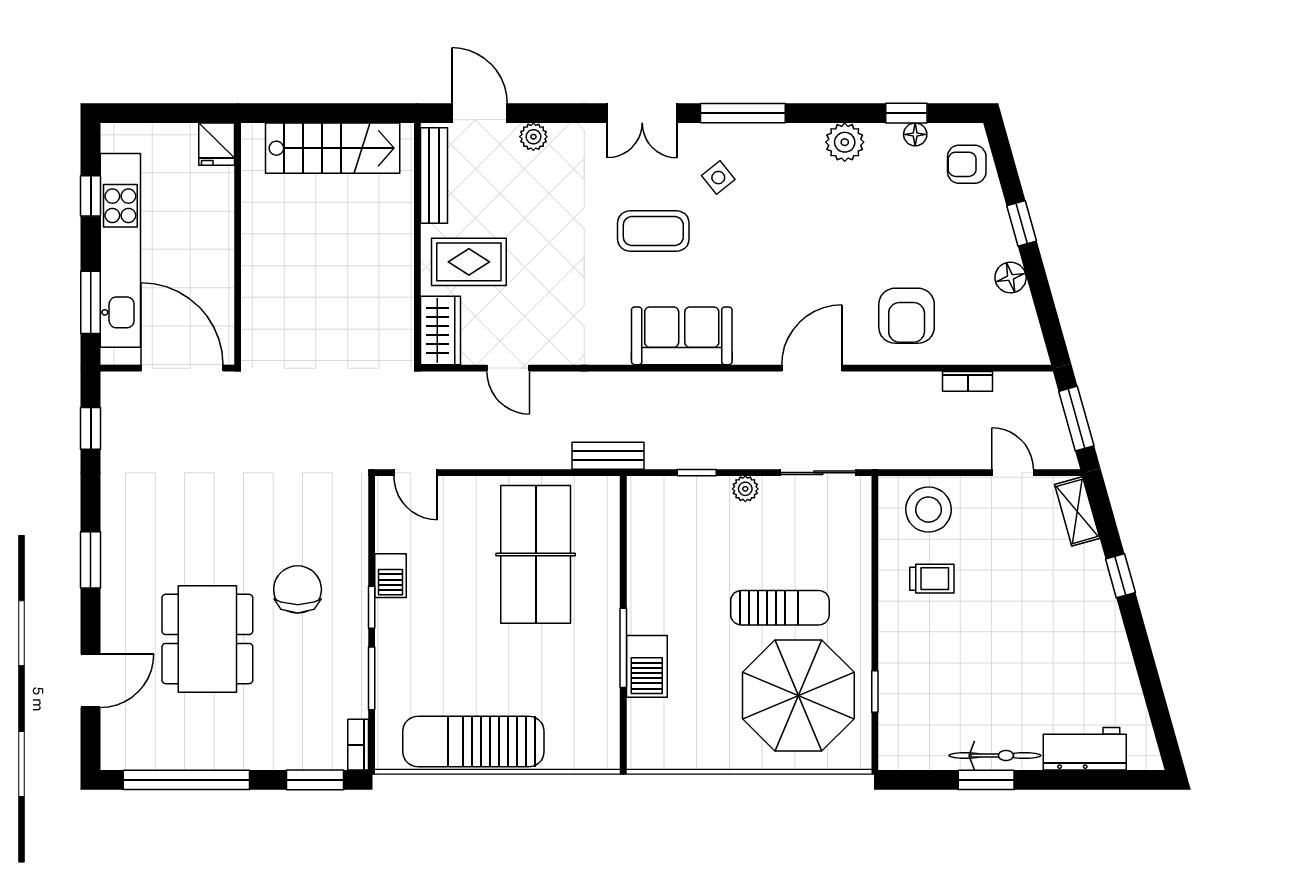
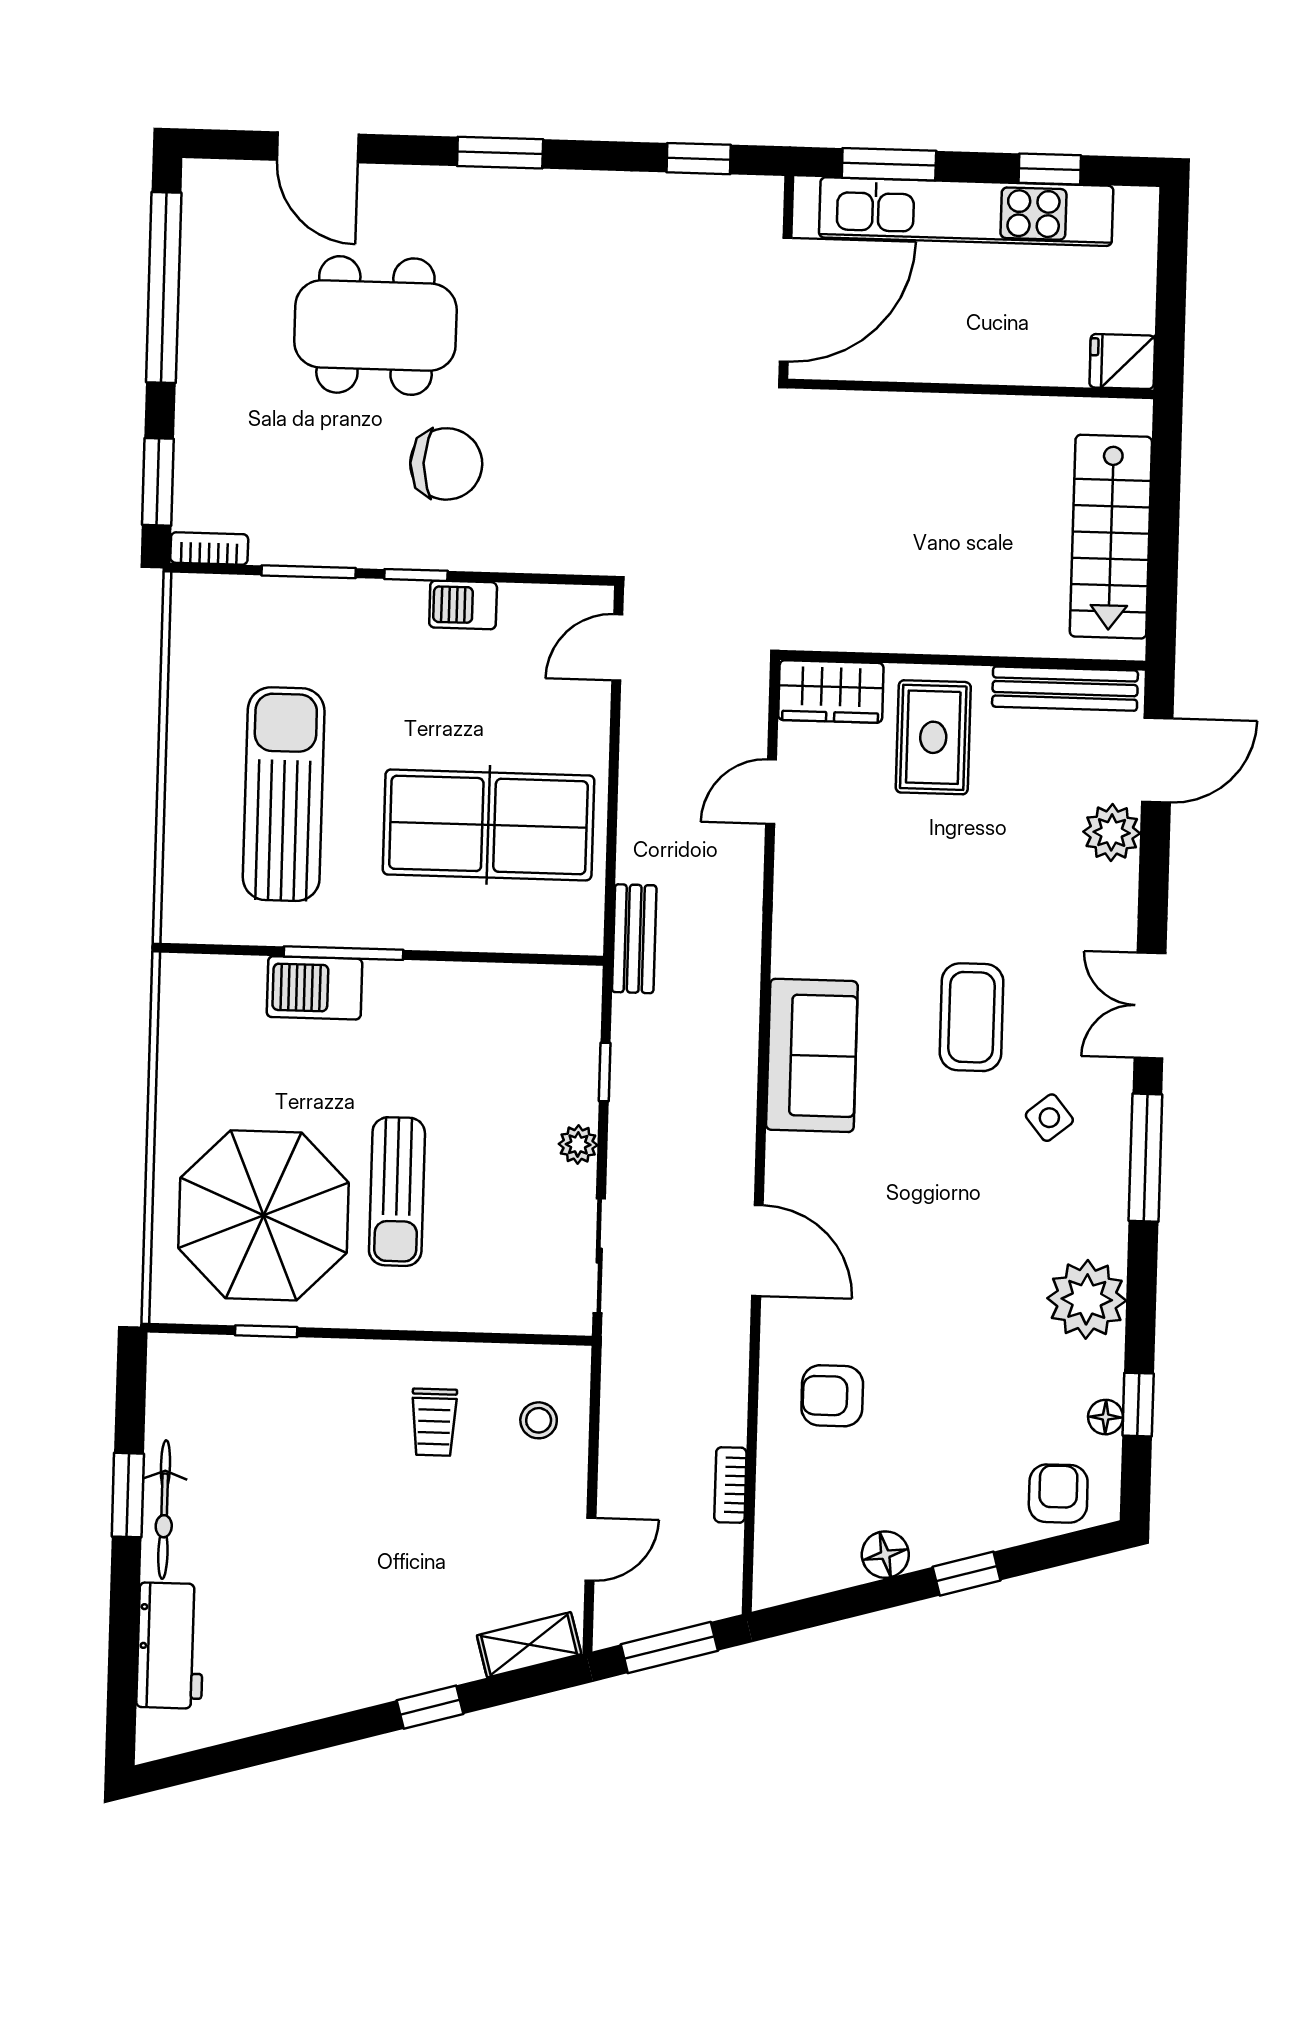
plant: (533, 137) -> (1112, 832), width x1.38, depth x1.38
plant: (845, 142) -> (1087, 1299), width x1.36, depth x1.36
armchair: (907, 316) -> (832, 1396), width x0.72, depth x0.72
stool: (929, 510) -> (539, 1420), width x0.53, depth x0.53
sun lounger: (473, 741) -> (284, 794), moved

